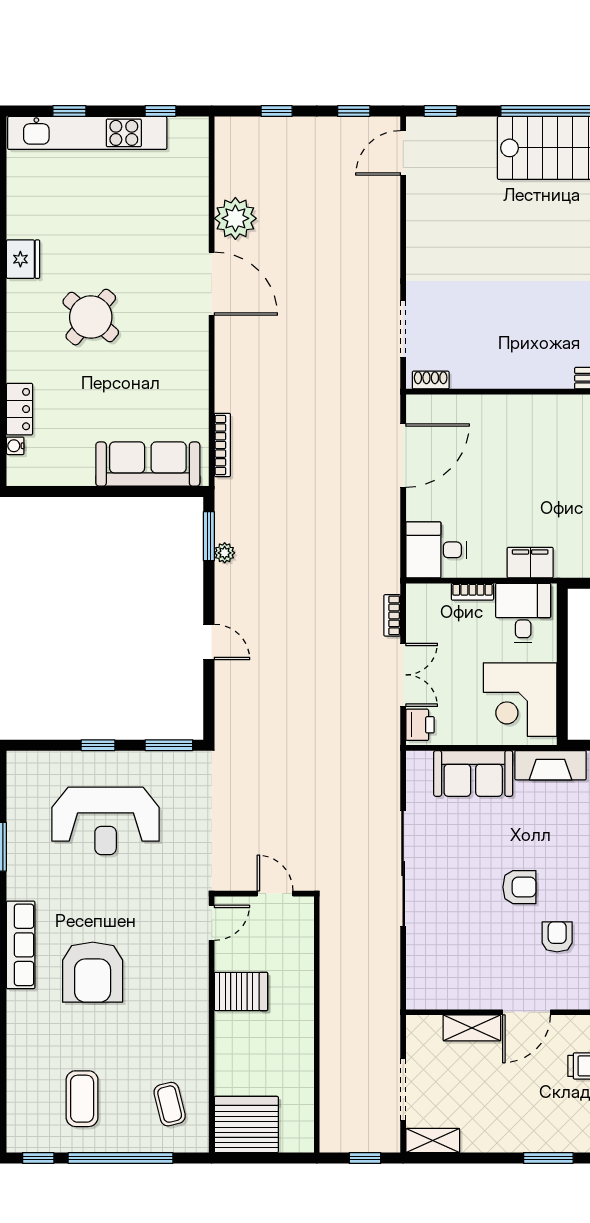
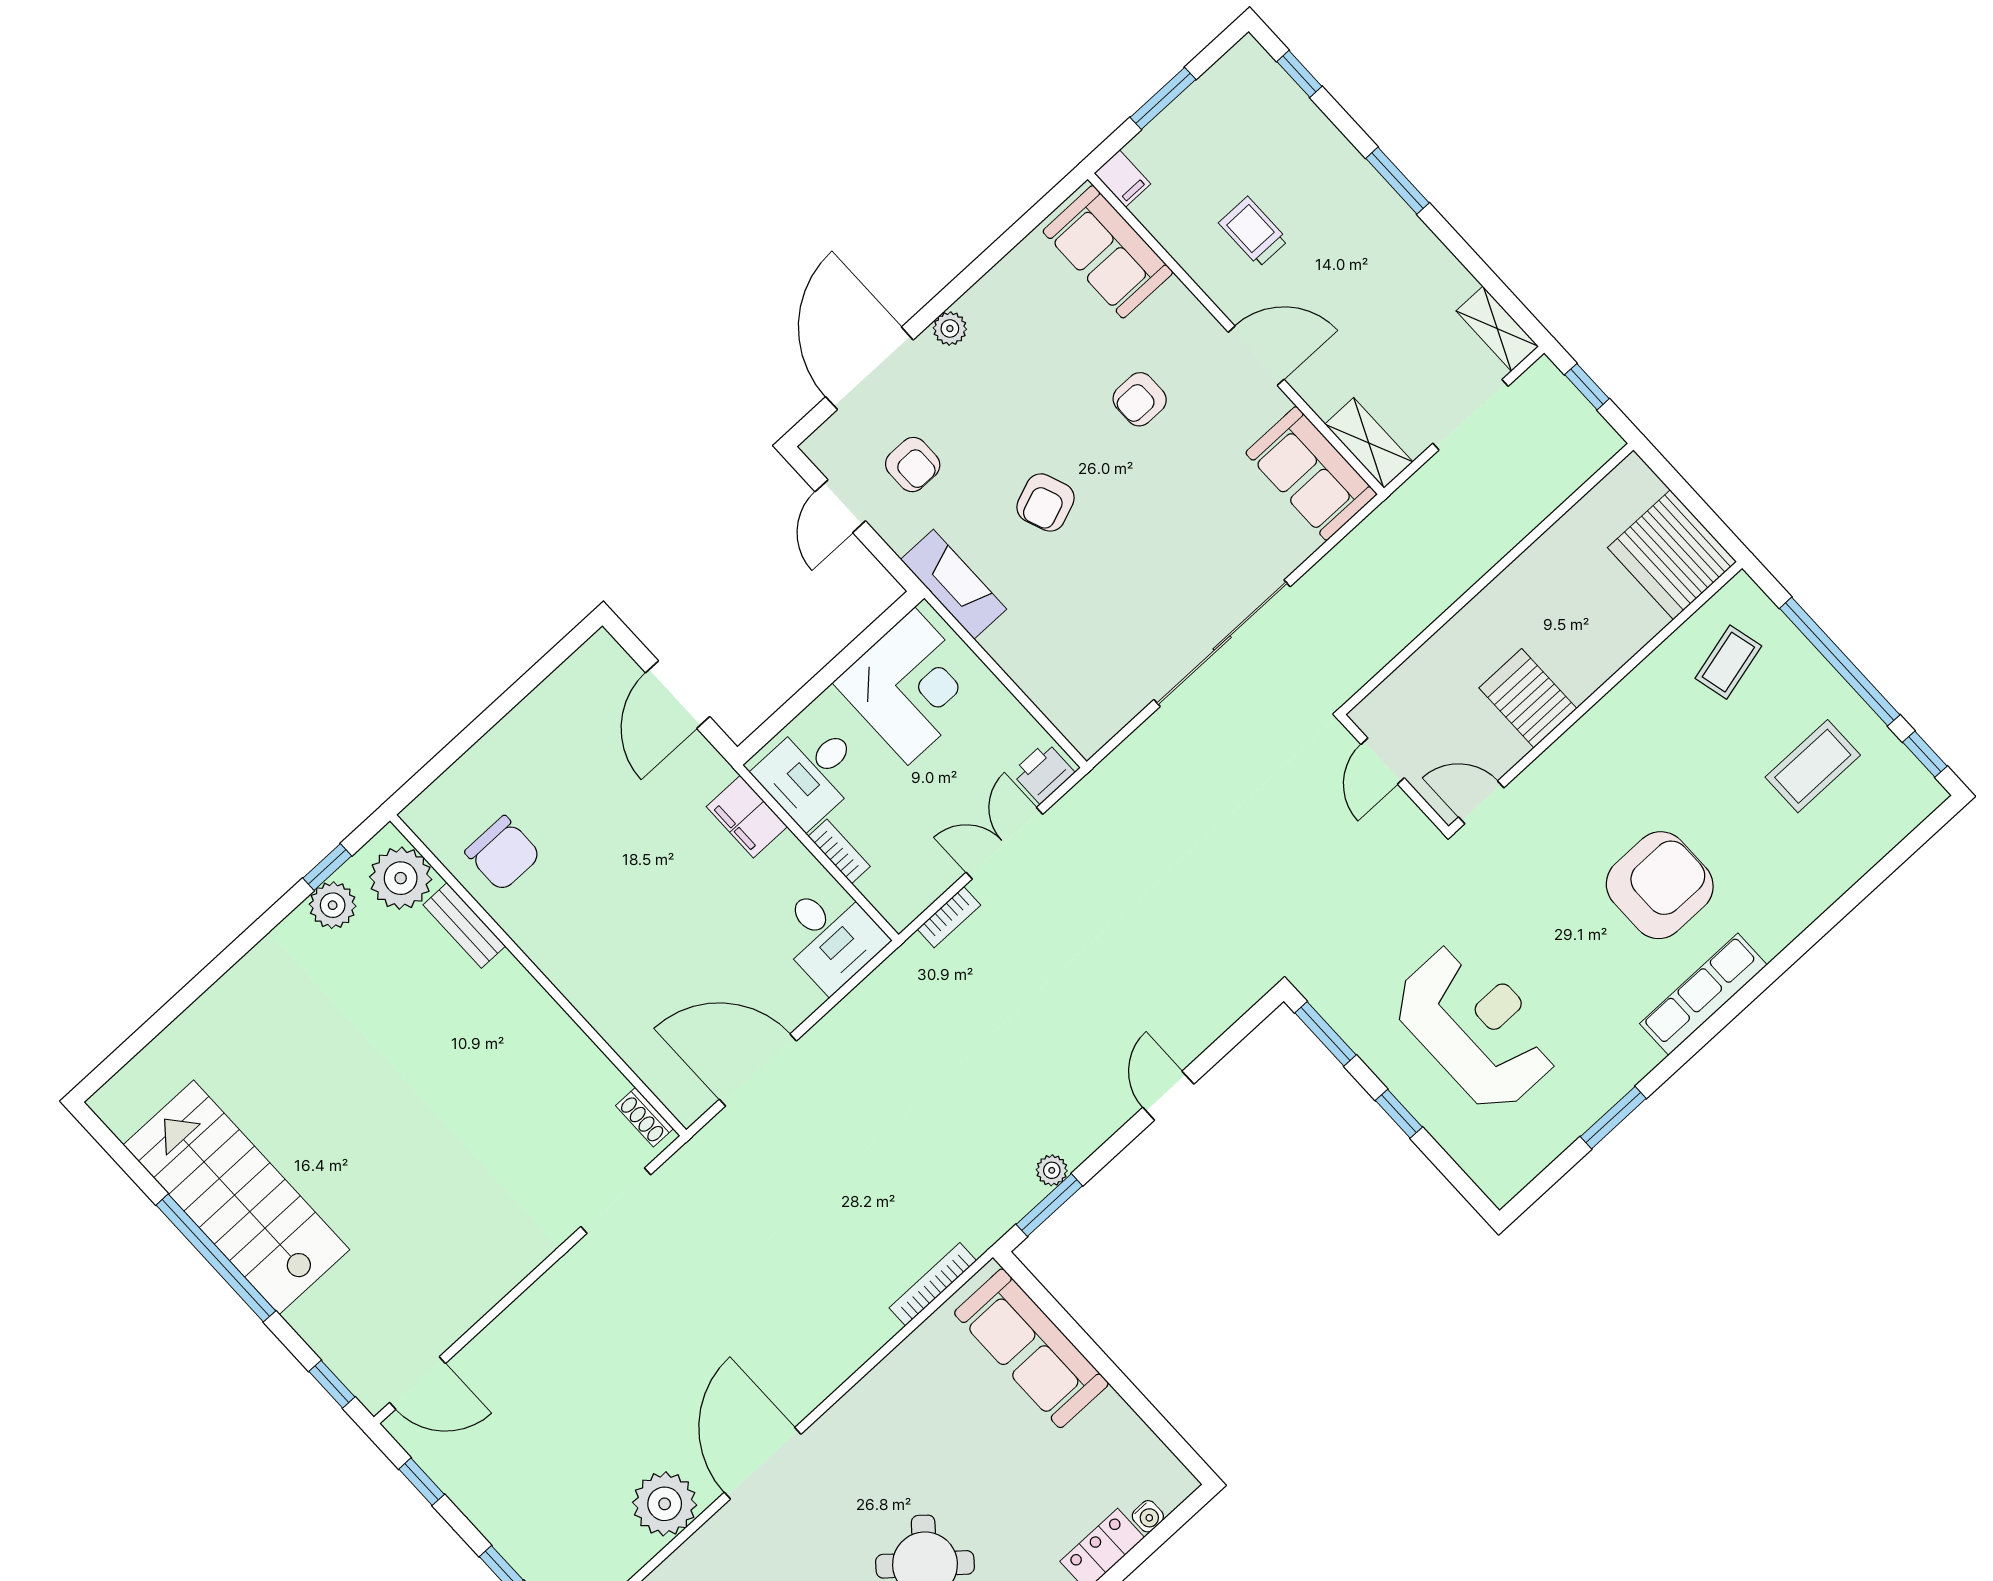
sofa: (473, 773) -> (1311, 473), moved, turned 180
armchair: (519, 887) -> (1045, 502), moved, turned -111
shelving: (472, 1028) -> (1369, 443), moved

